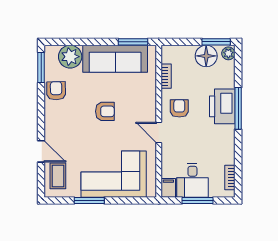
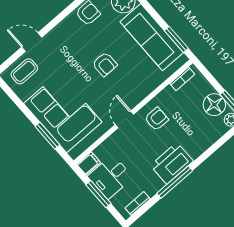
bookcase: (166, 76) -> (182, 79), moved
printer: (222, 106) -> (172, 163), moved
window: (238, 108) -> (175, 182), moved
door: (41, 151) -> (32, 42), swing flipped
window: (89, 201) -> (47, 136), moved

